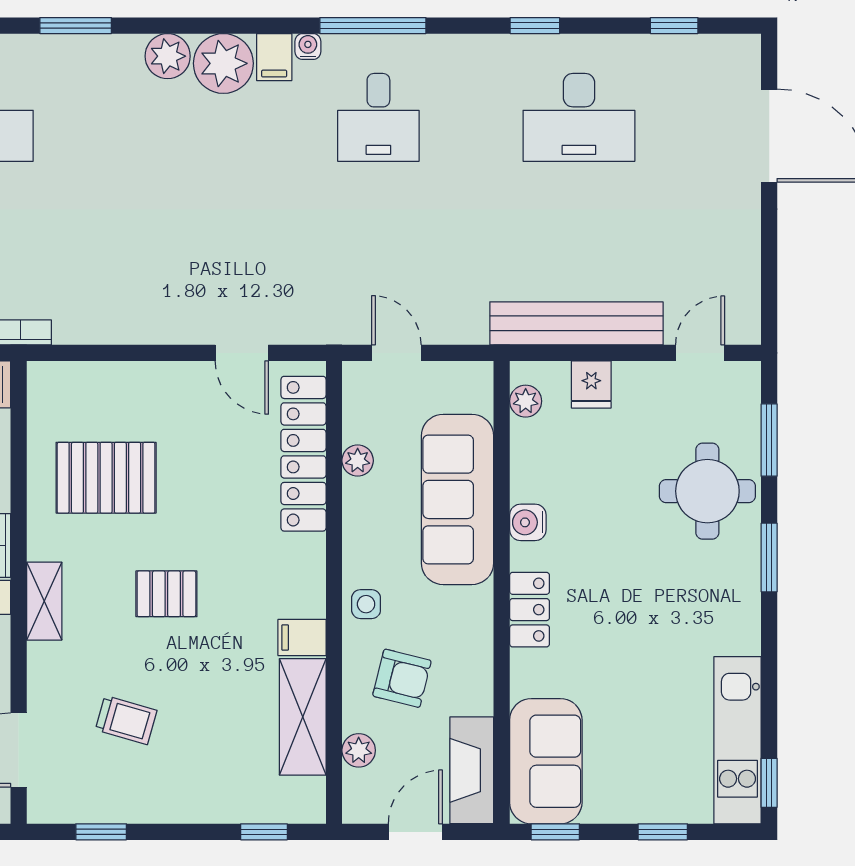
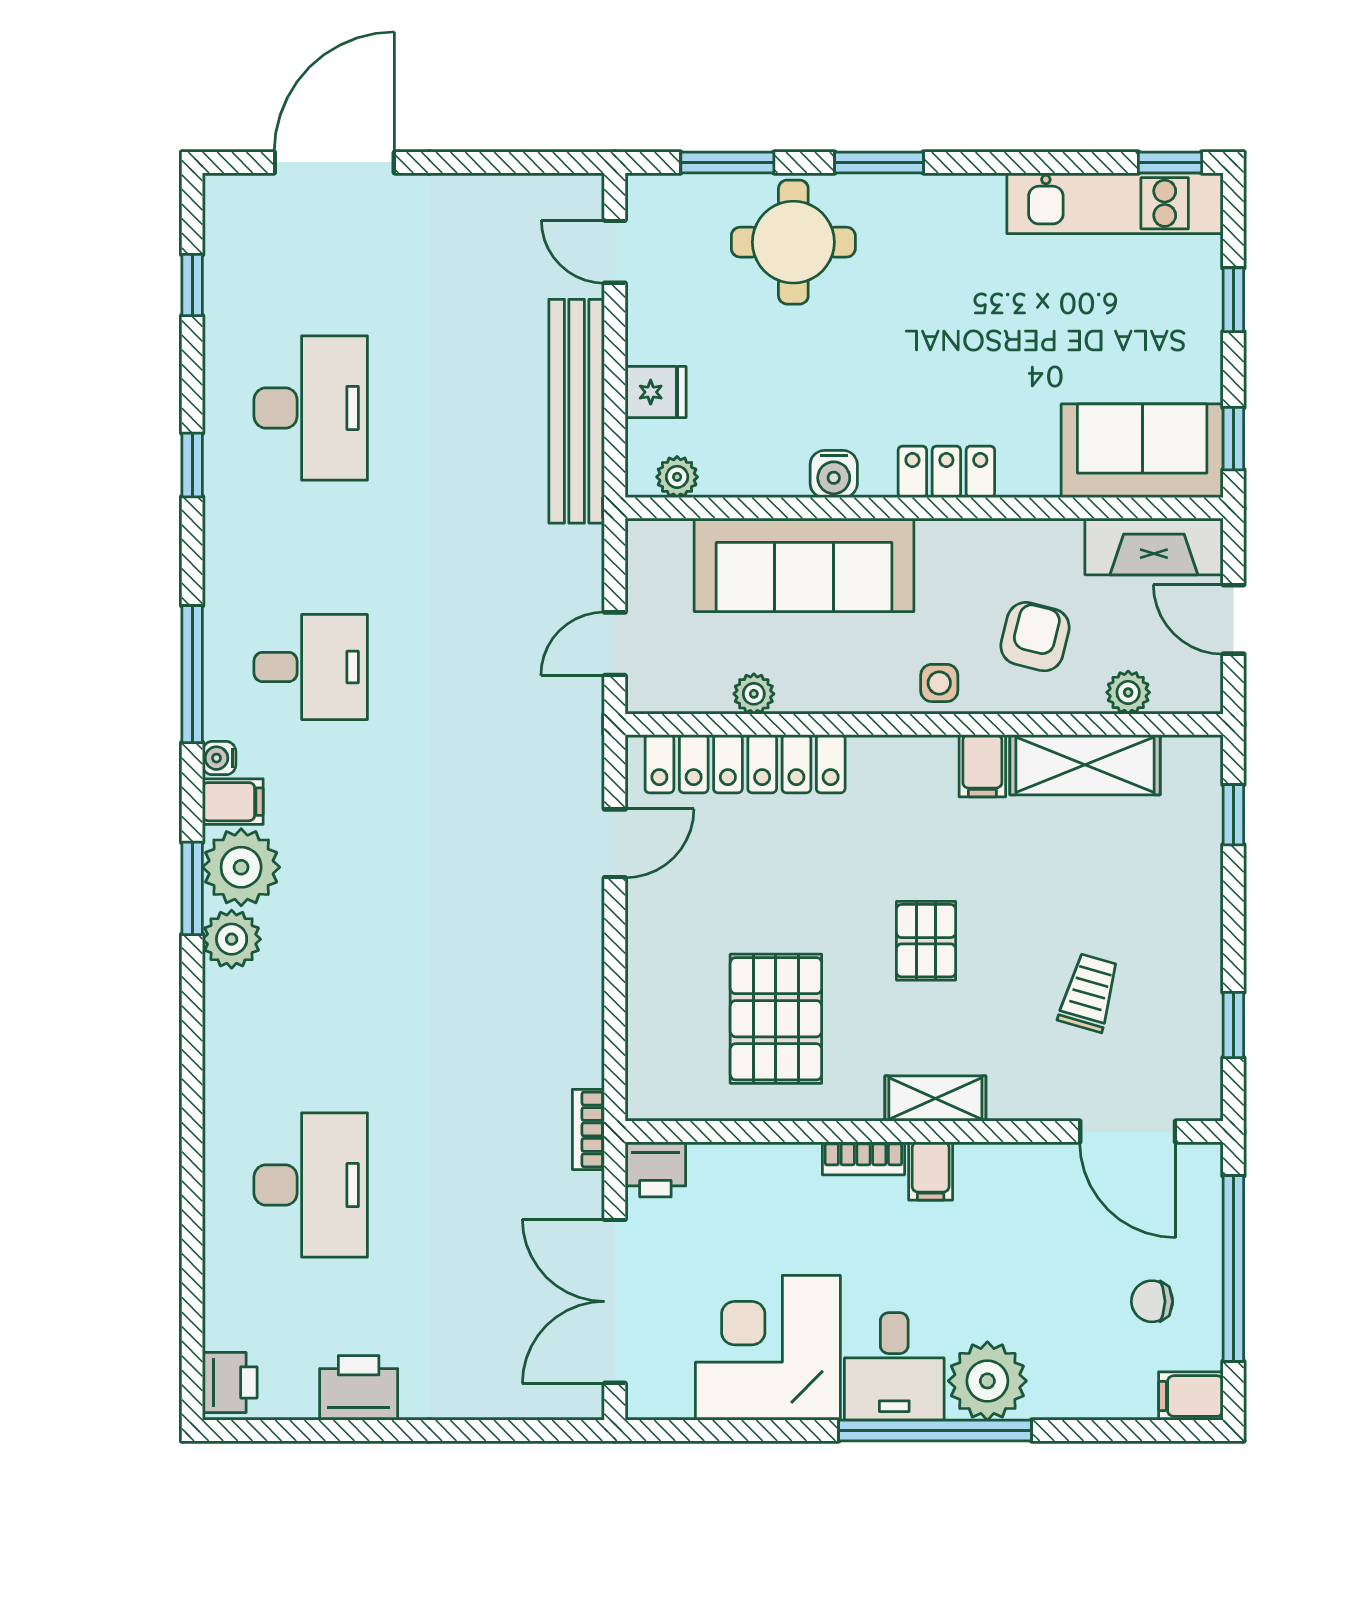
window: (76, 26) -> (192, 888), moved

